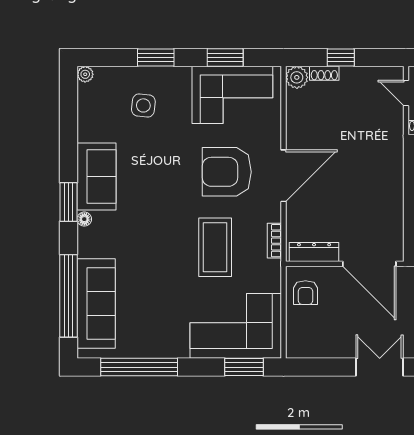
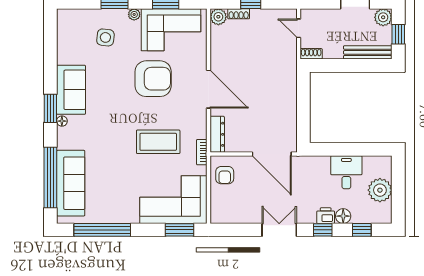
plant: (85, 74) -> (134, 14), moved
armchair: (227, 172) -> (153, 79), moved, turned 180
door: (283, 176) -> (209, 89), hinge flipped
bookcase: (274, 241) -> (202, 152), moved
coffee table: (215, 247) -> (158, 142), turned 90
dresser: (314, 252) -> (217, 134), moved, turned 90

